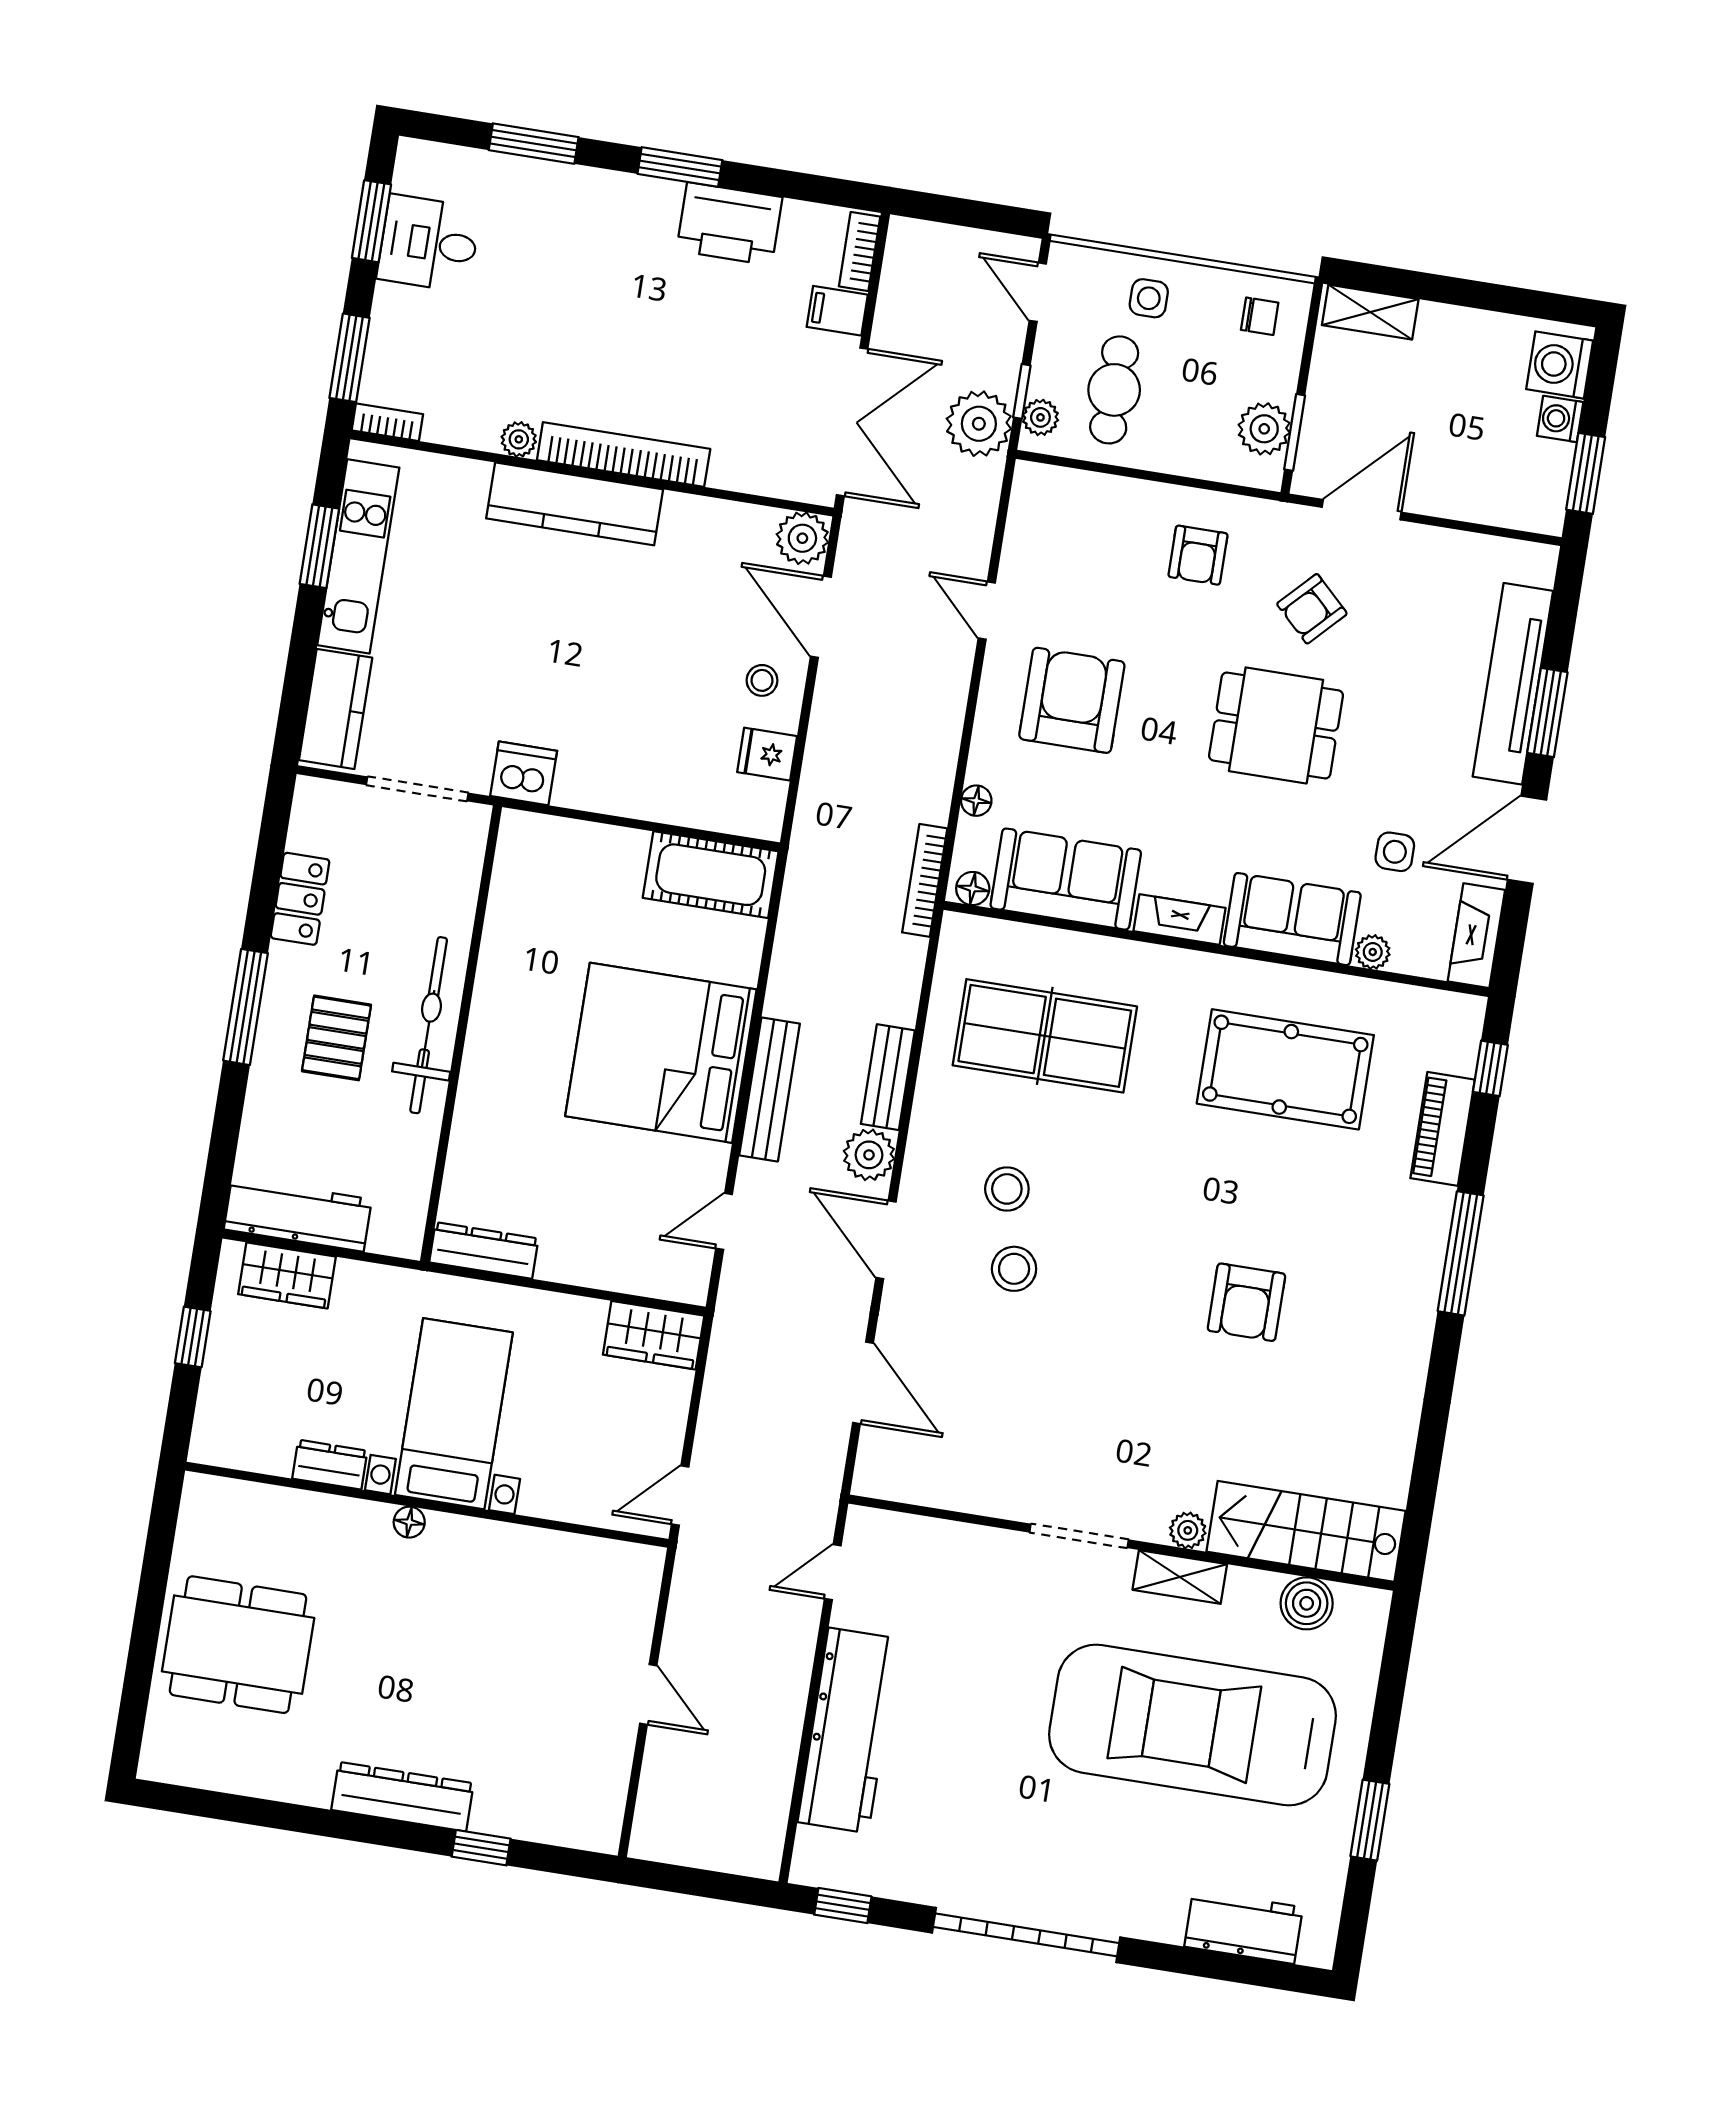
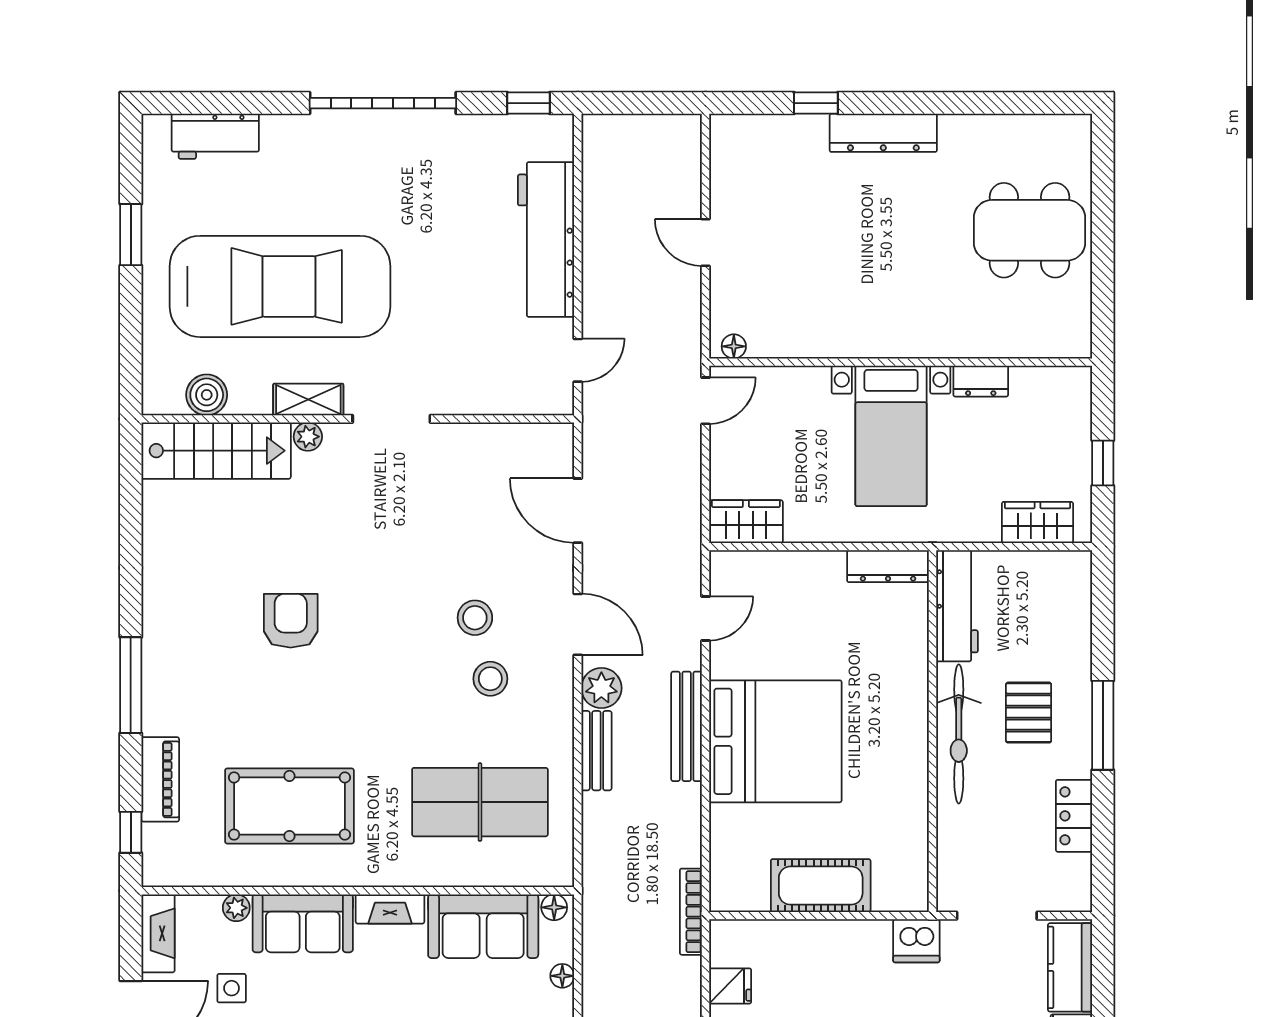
cot: (711, 875) -> (821, 886), moved
bookcase: (925, 880) -> (691, 912), moved, turned 180
workbench: (298, 1214) -> (957, 606), moved, turned -90
floor lamp: (409, 1522) -> (734, 346), moved

